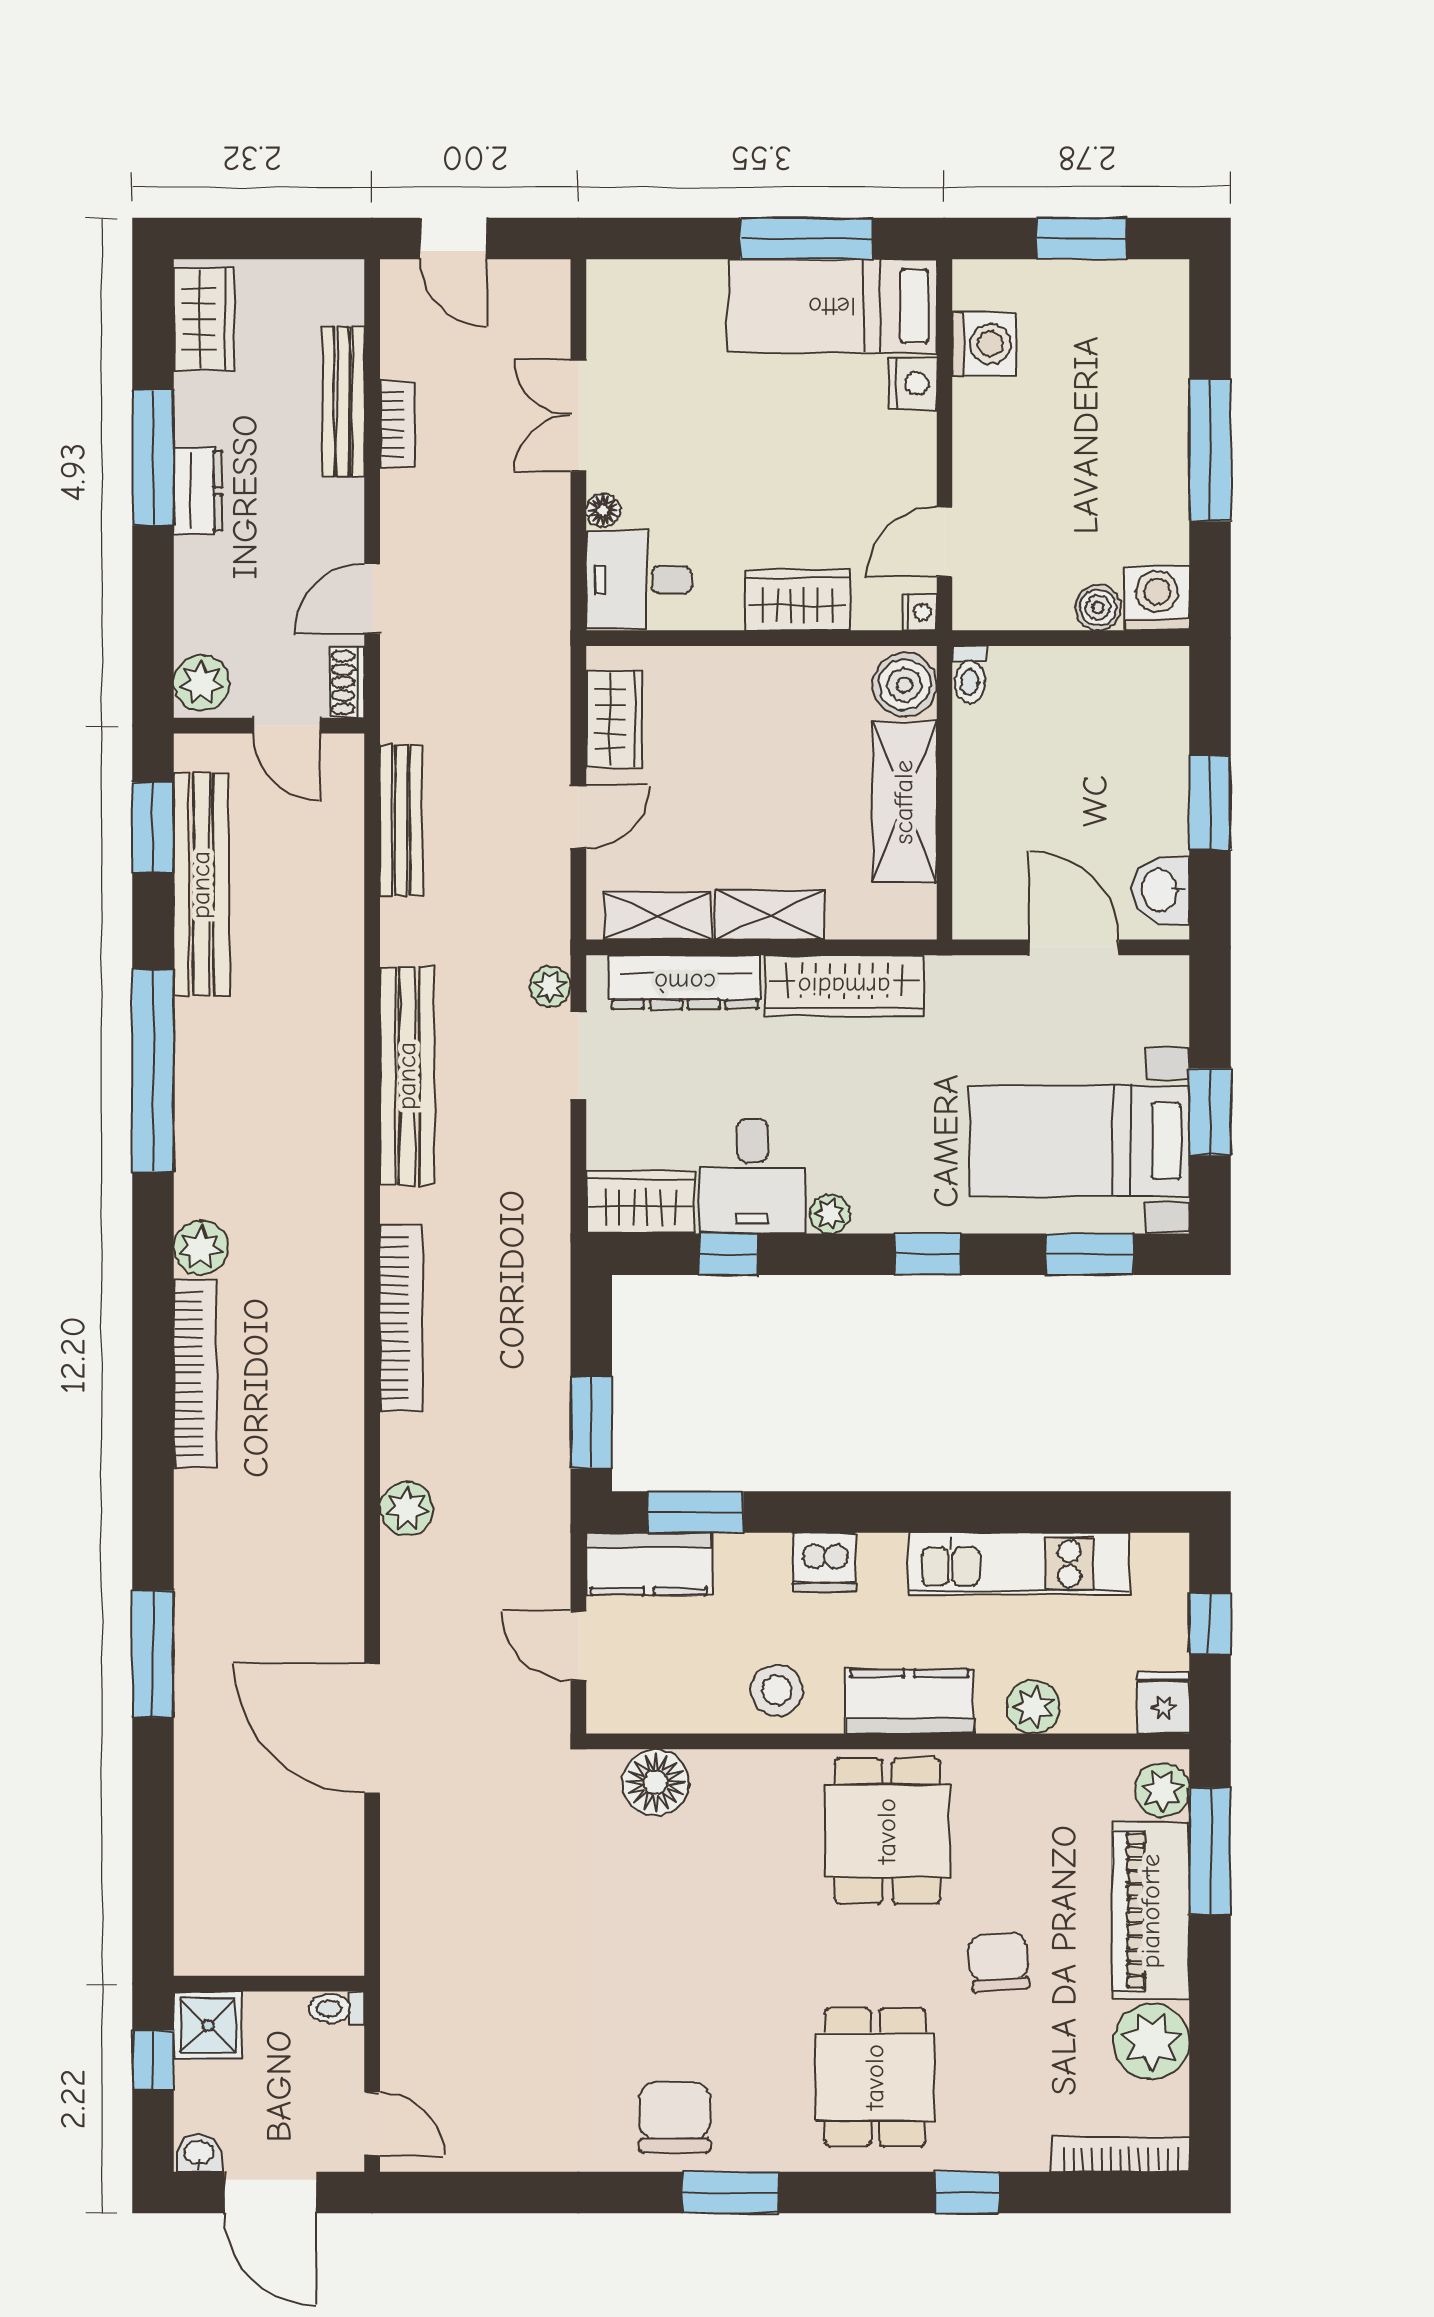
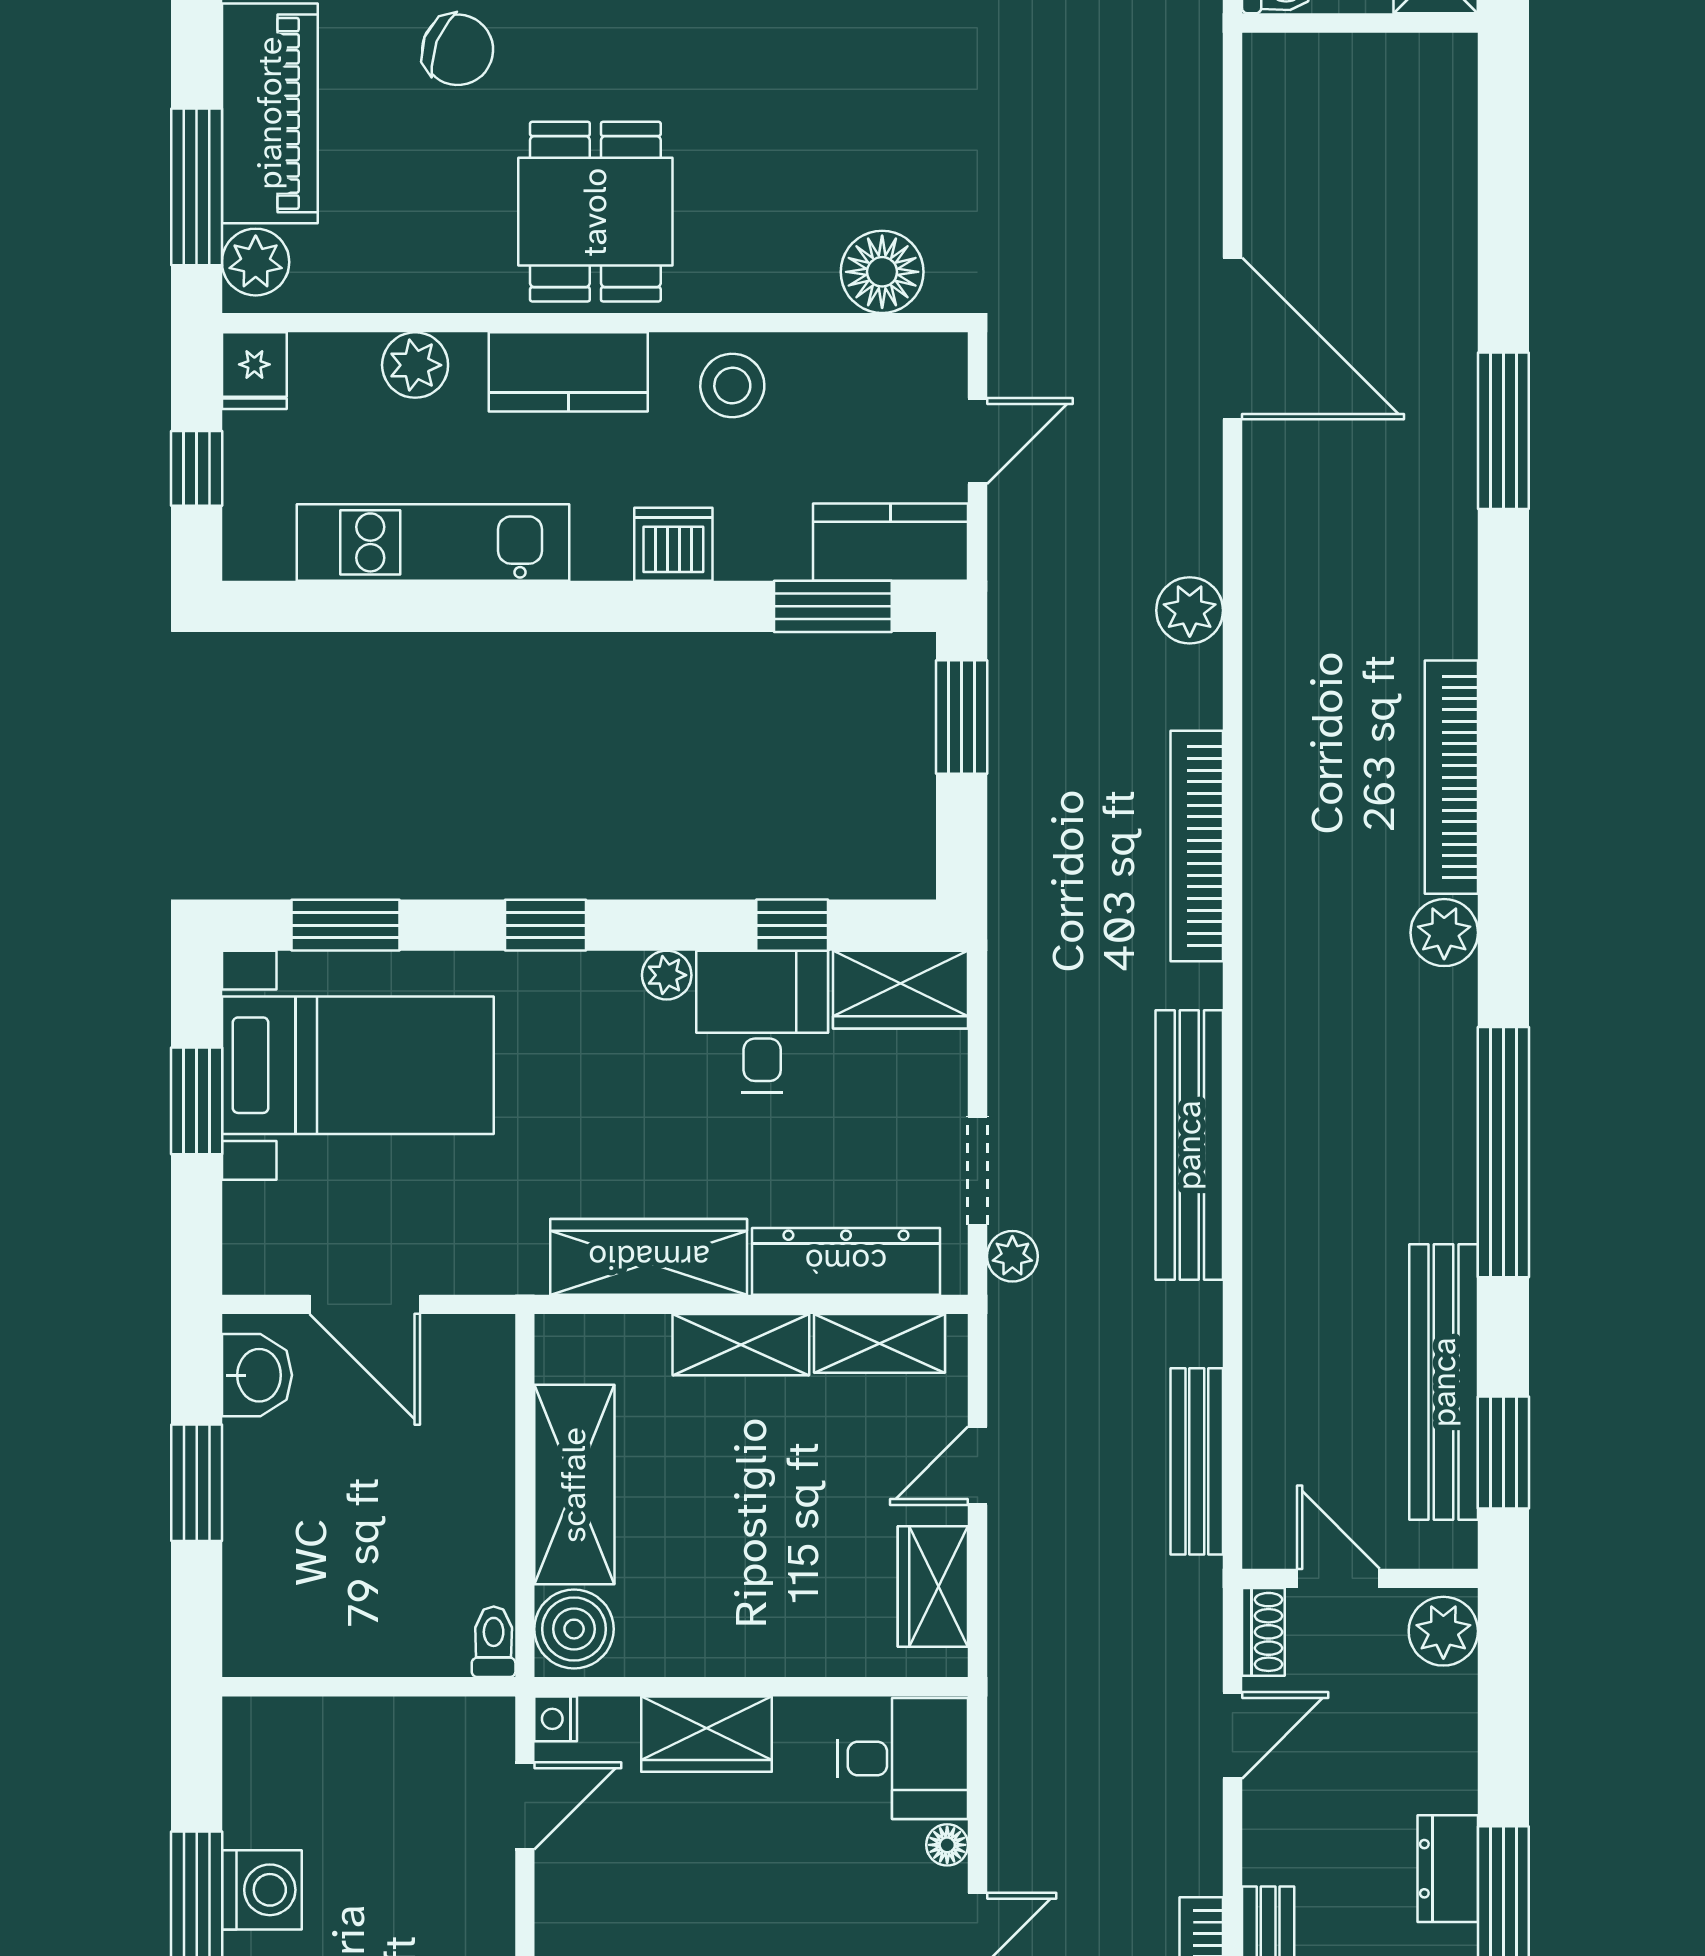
washing machine: (1157, 598) -> (262, 1890), moved, turned -90
boiler: (1098, 607) -> (335, 1725), removed
door: (578, 1646) -> (977, 441), hinge flipped
chair: (999, 1962) -> (458, 50), turned -64

